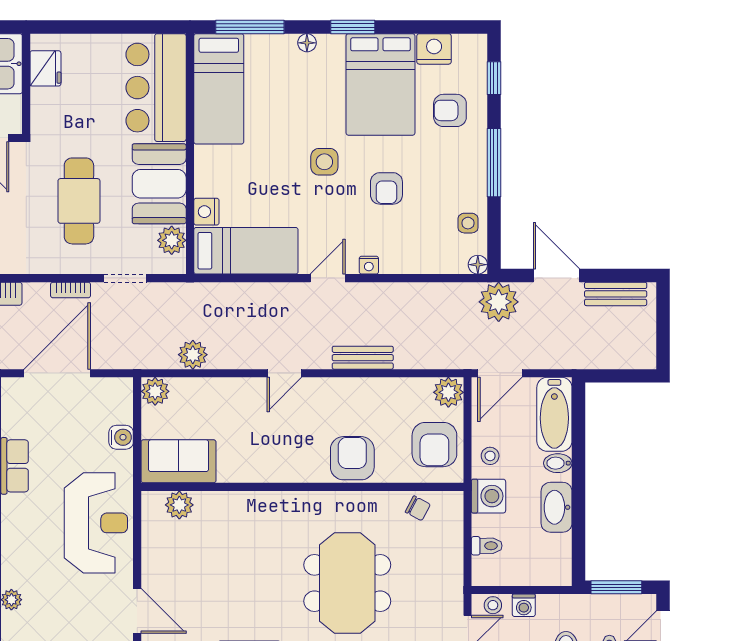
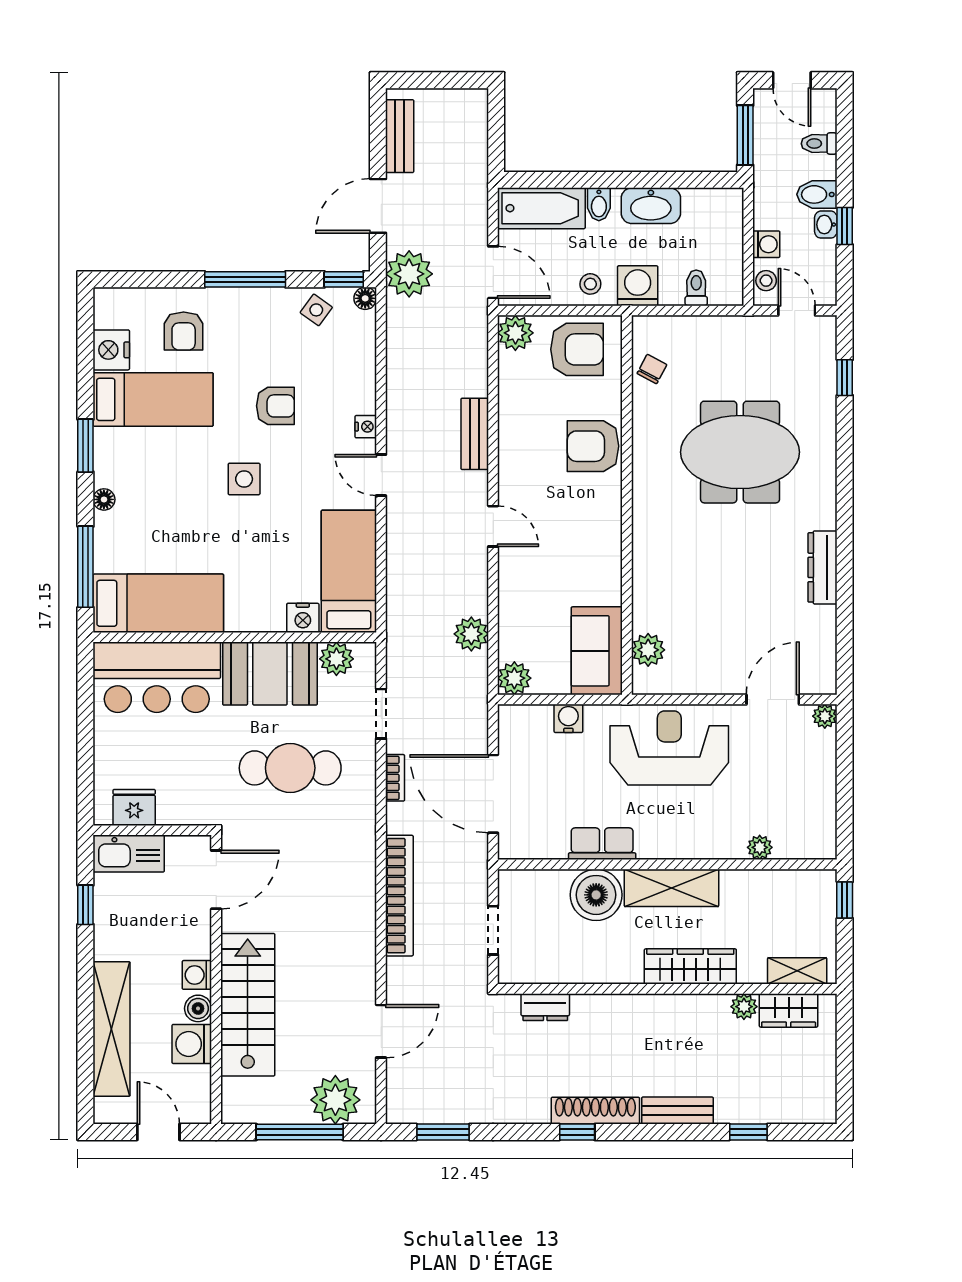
window: (494, 78) -> (344, 279), moved
bed: (381, 84) -> (153, 399), width x0.67
side table: (468, 223) -> (316, 310), turned 36

